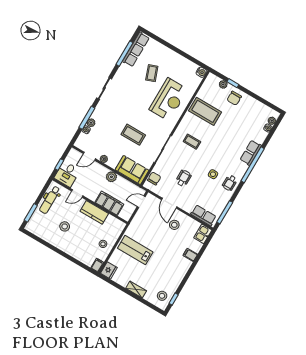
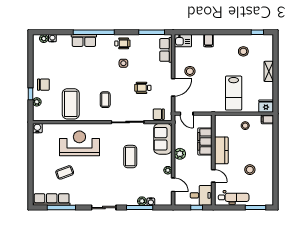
stool: (162, 296) -> (243, 51), moved

